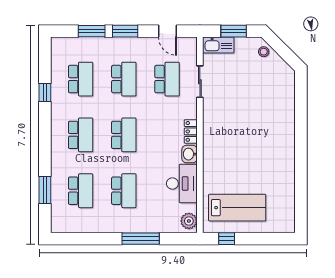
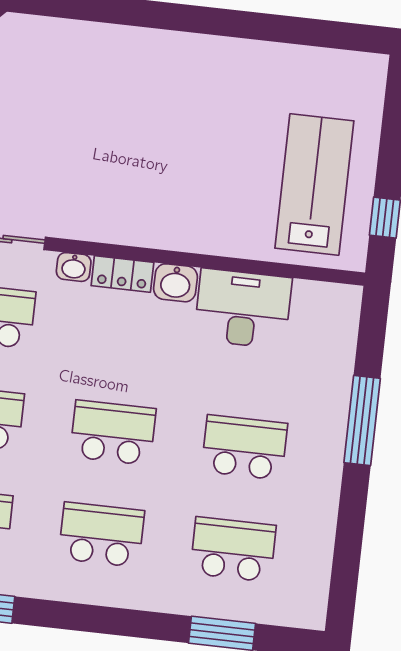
washbasin: (191, 111) -> (74, 267), added
plant: (189, 221) -> (333, 302), removed

